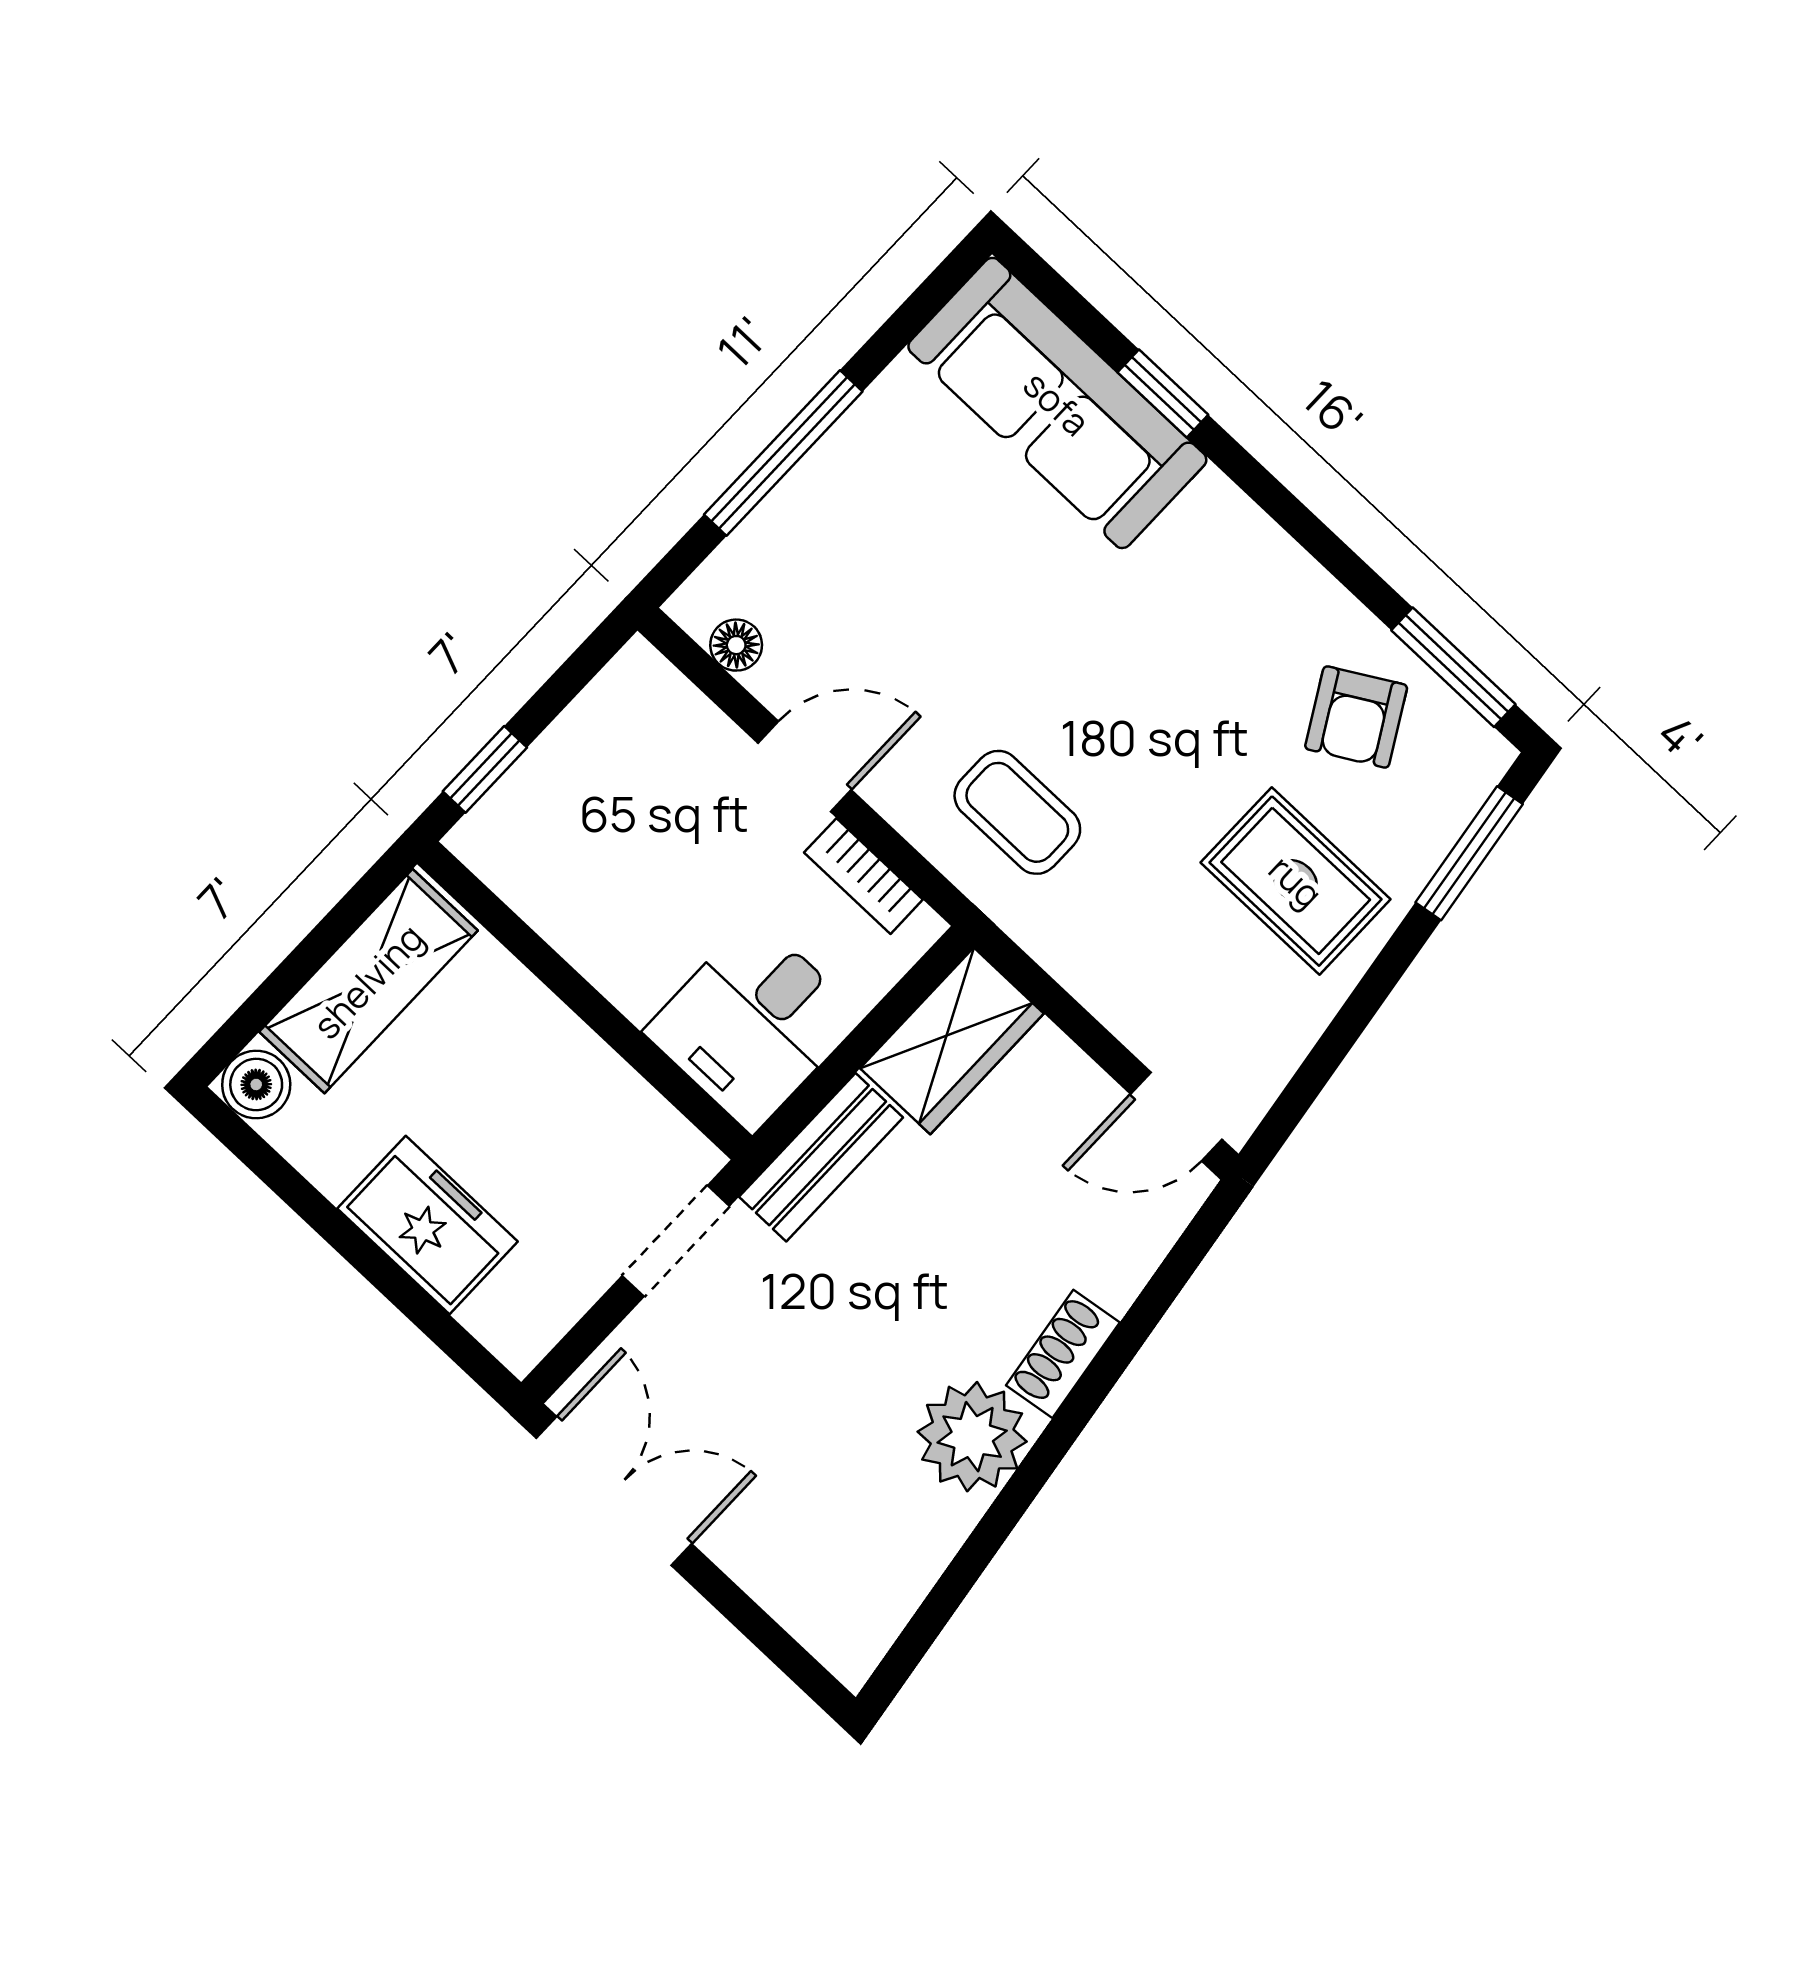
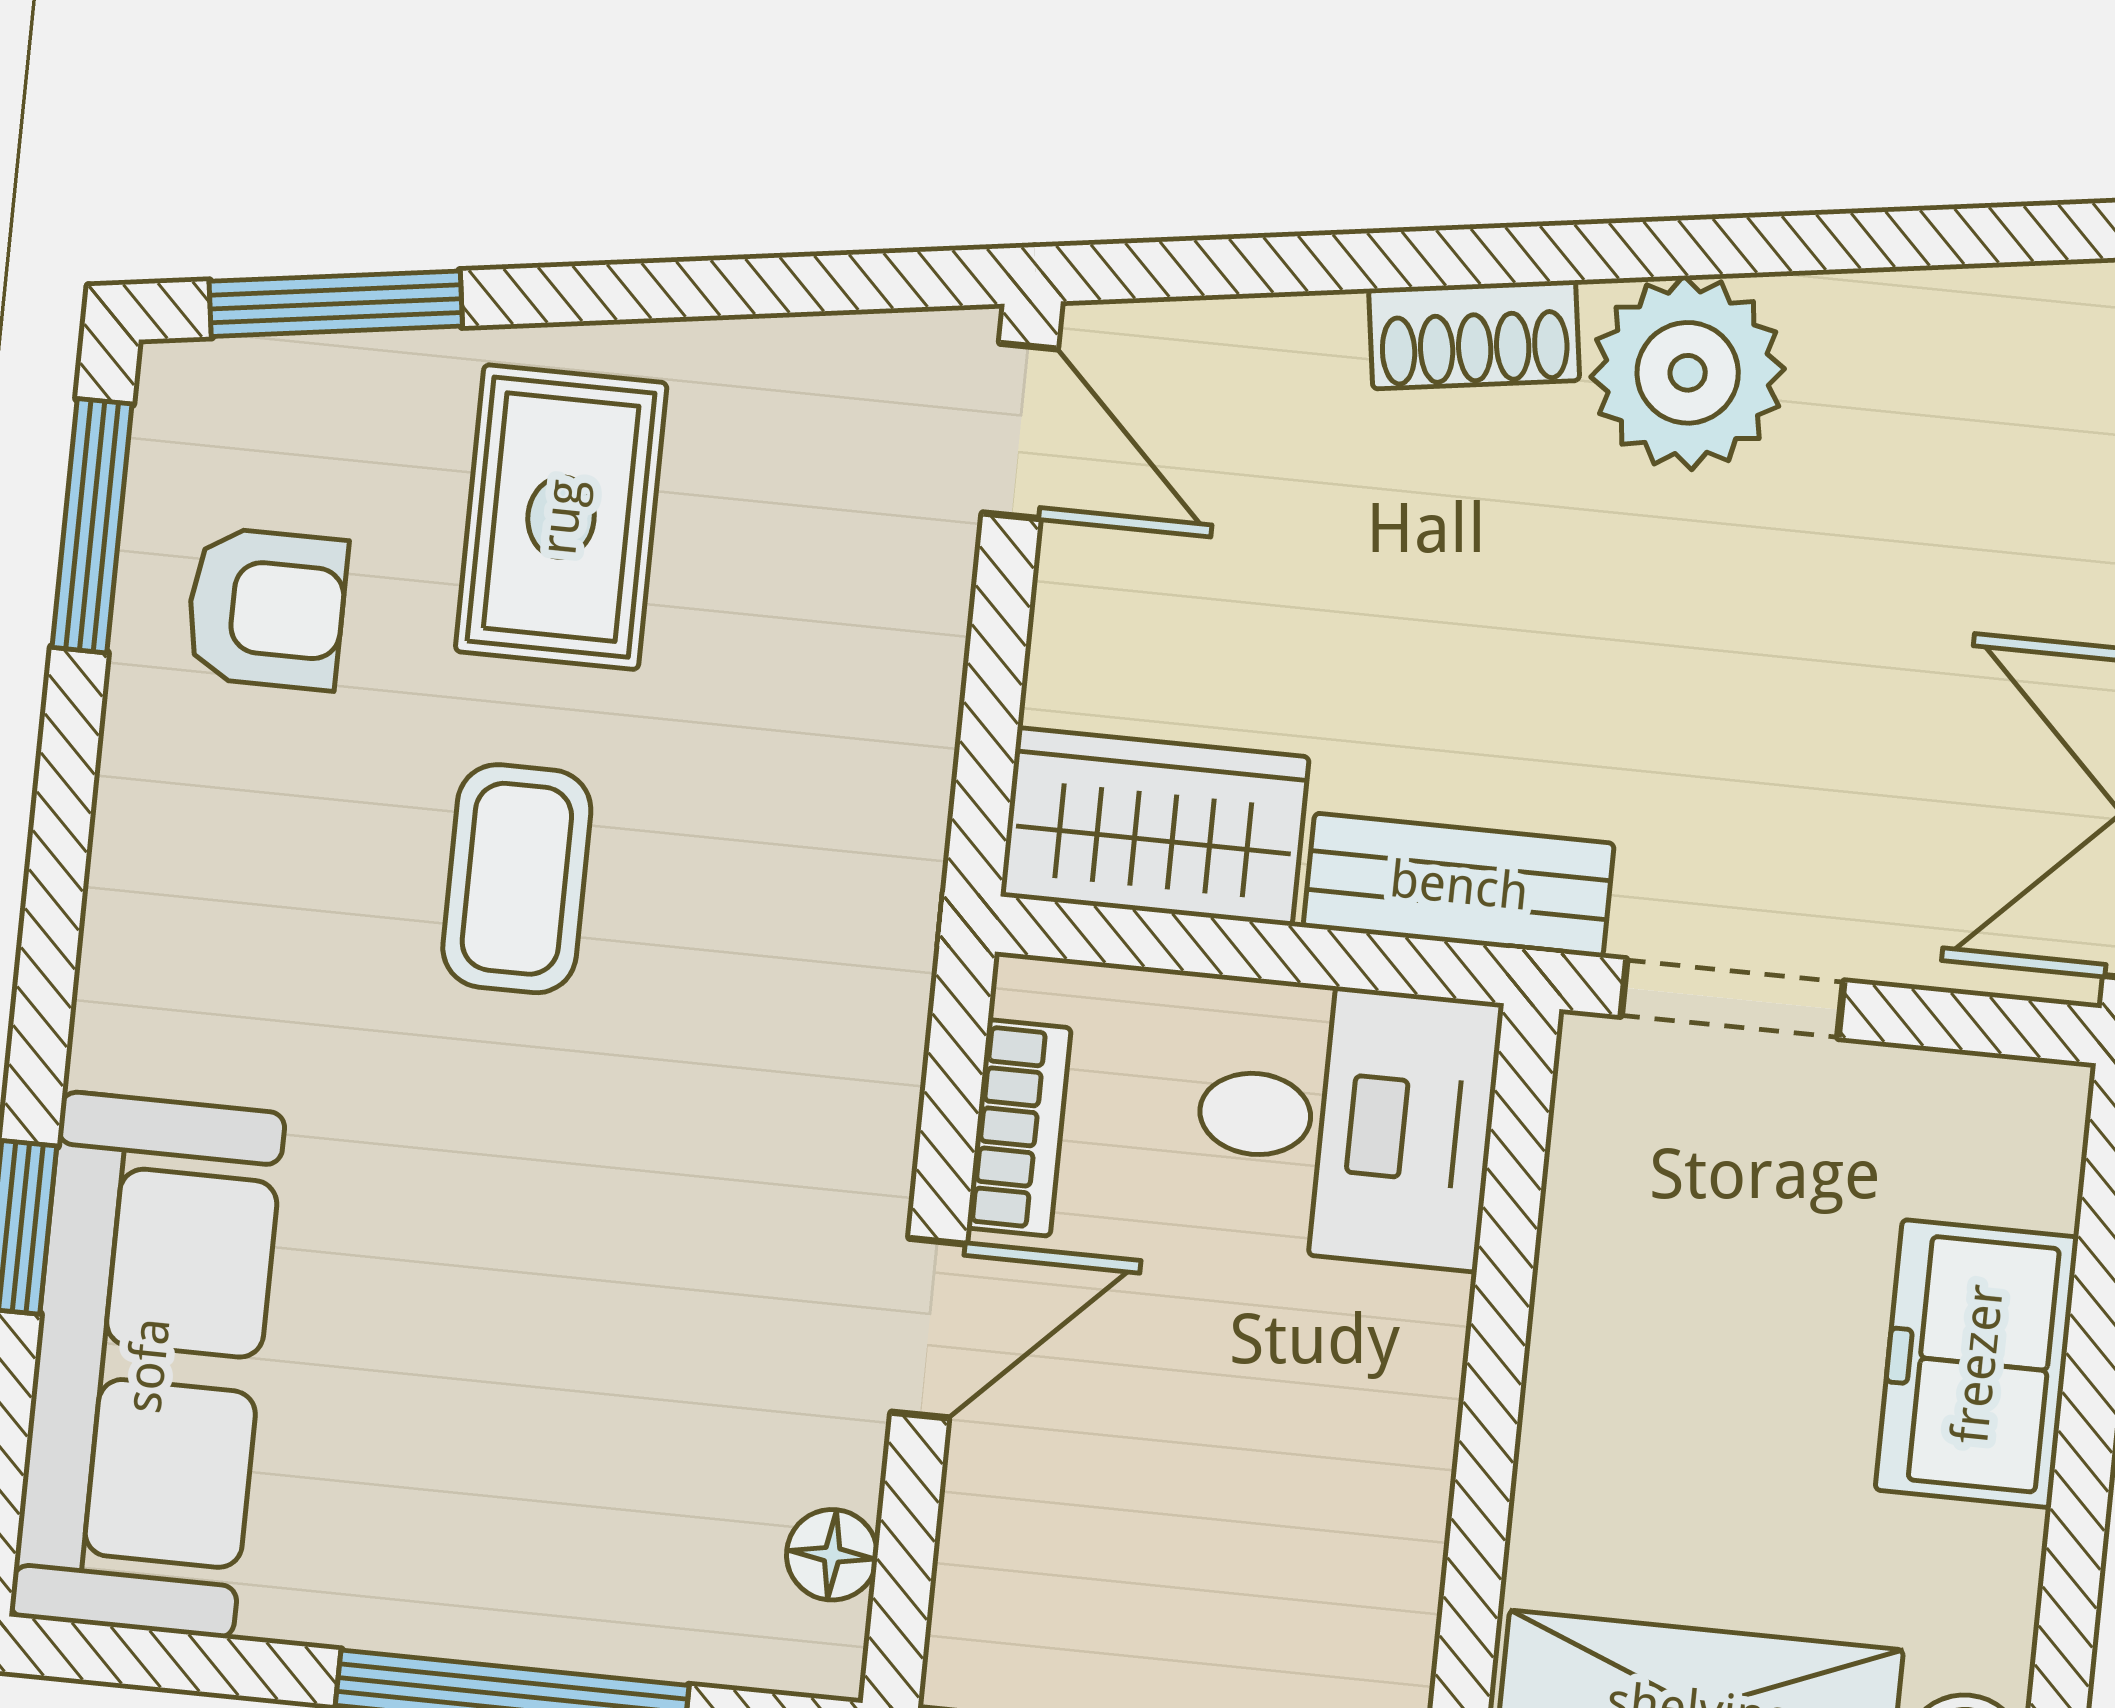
armchair: (1356, 717) -> (266, 608), turned 30
door: (805, 767) -> (929, 1328), swing flipped
coffee table: (1017, 812) -> (517, 879), moved

